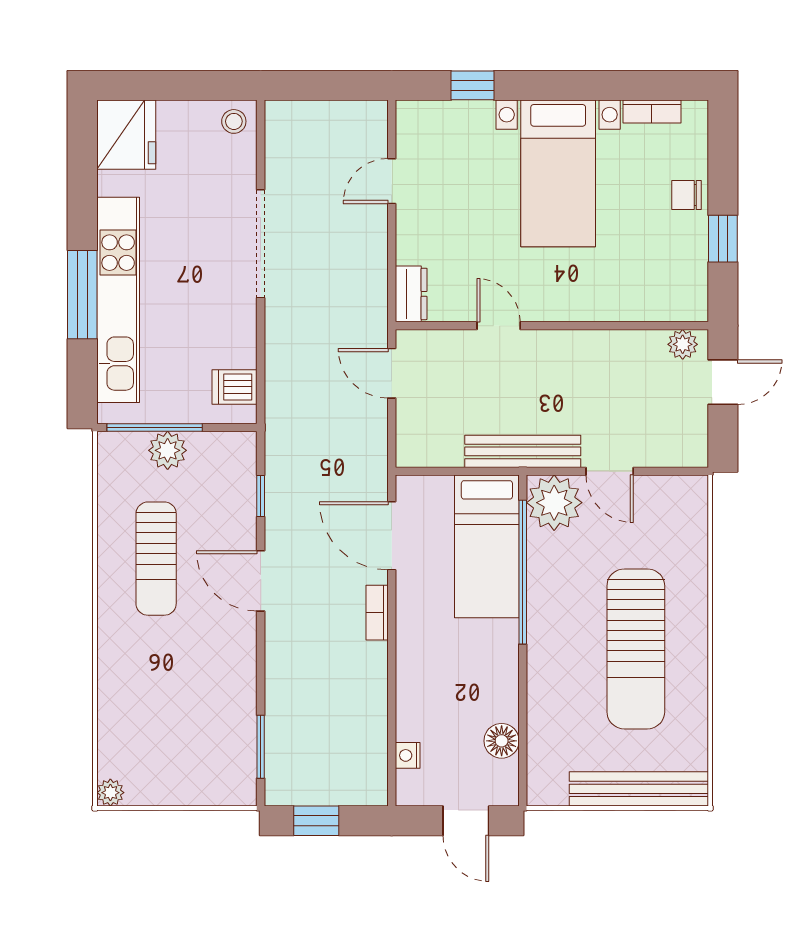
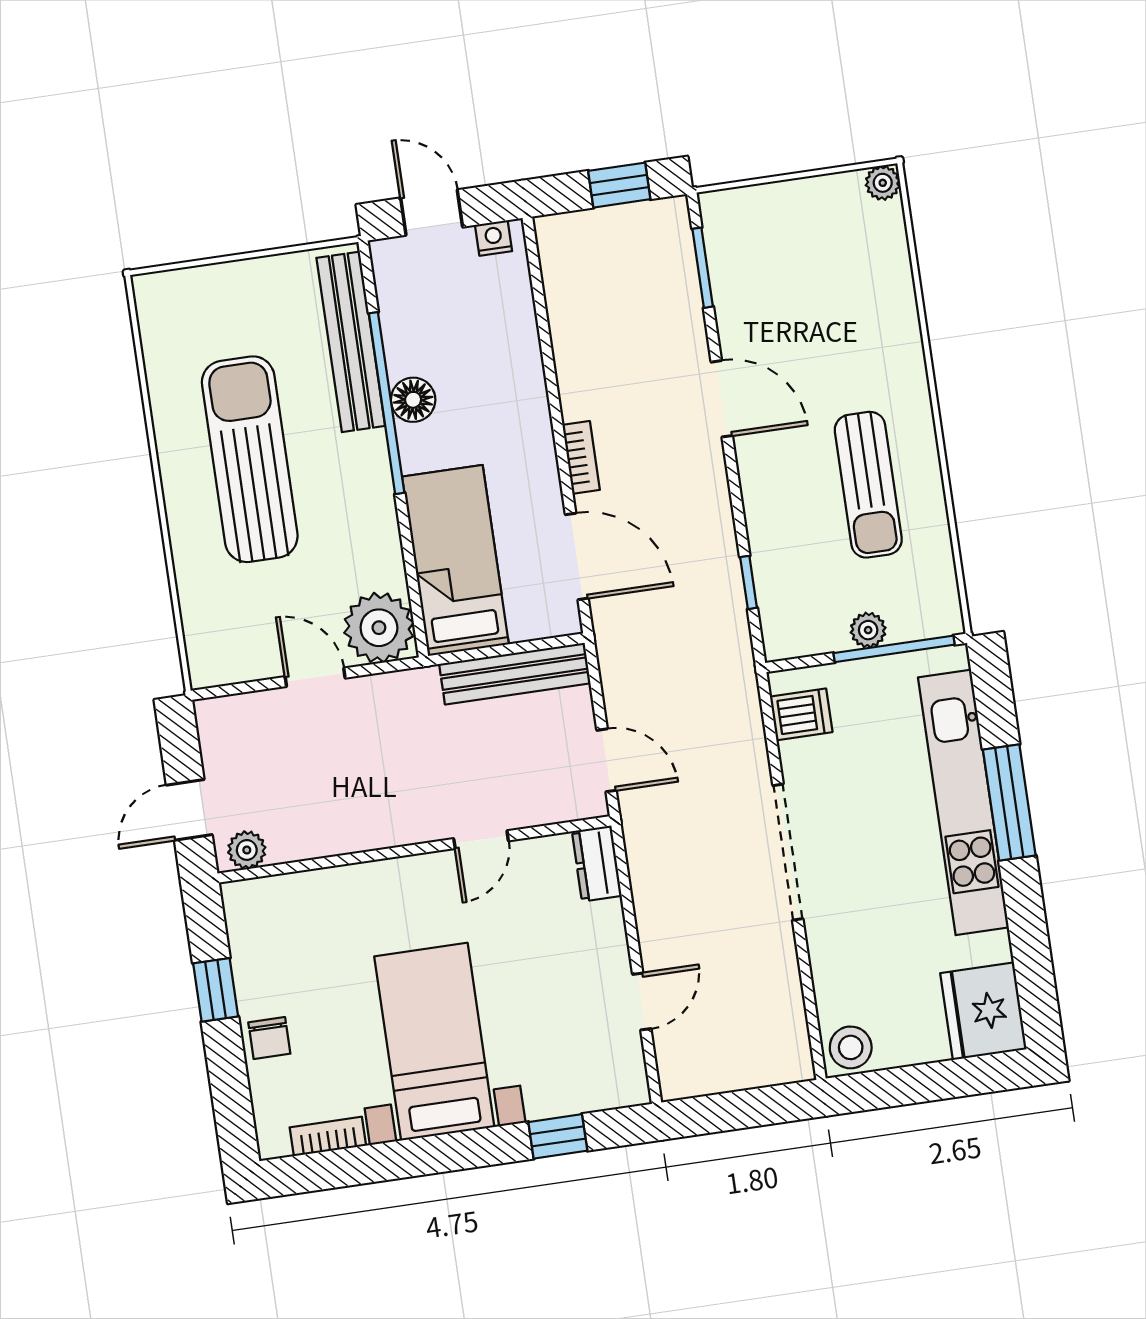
stool: (234, 121) -> (851, 1047), width x1.37, depth x1.37
chair: (686, 195) -> (269, 1038), turned 90
doorway: (261, 244) -> (788, 852), moved
door: (499, 326) -> (481, 840), hinge flipped
plant: (168, 450) -> (868, 630), width x0.73, depth x0.73
bench: (523, 451) -> (515, 674), moved
sun lounger: (156, 559) -> (868, 485), turned 180
window: (523, 572) -> (387, 403), moved
door: (261, 581) -> (722, 399), moved
floor lamp: (502, 741) -> (413, 400), moved
nightstand: (408, 755) -> (494, 238), moved, turned -90
bench: (639, 789) -> (351, 342), moved, turned 90

